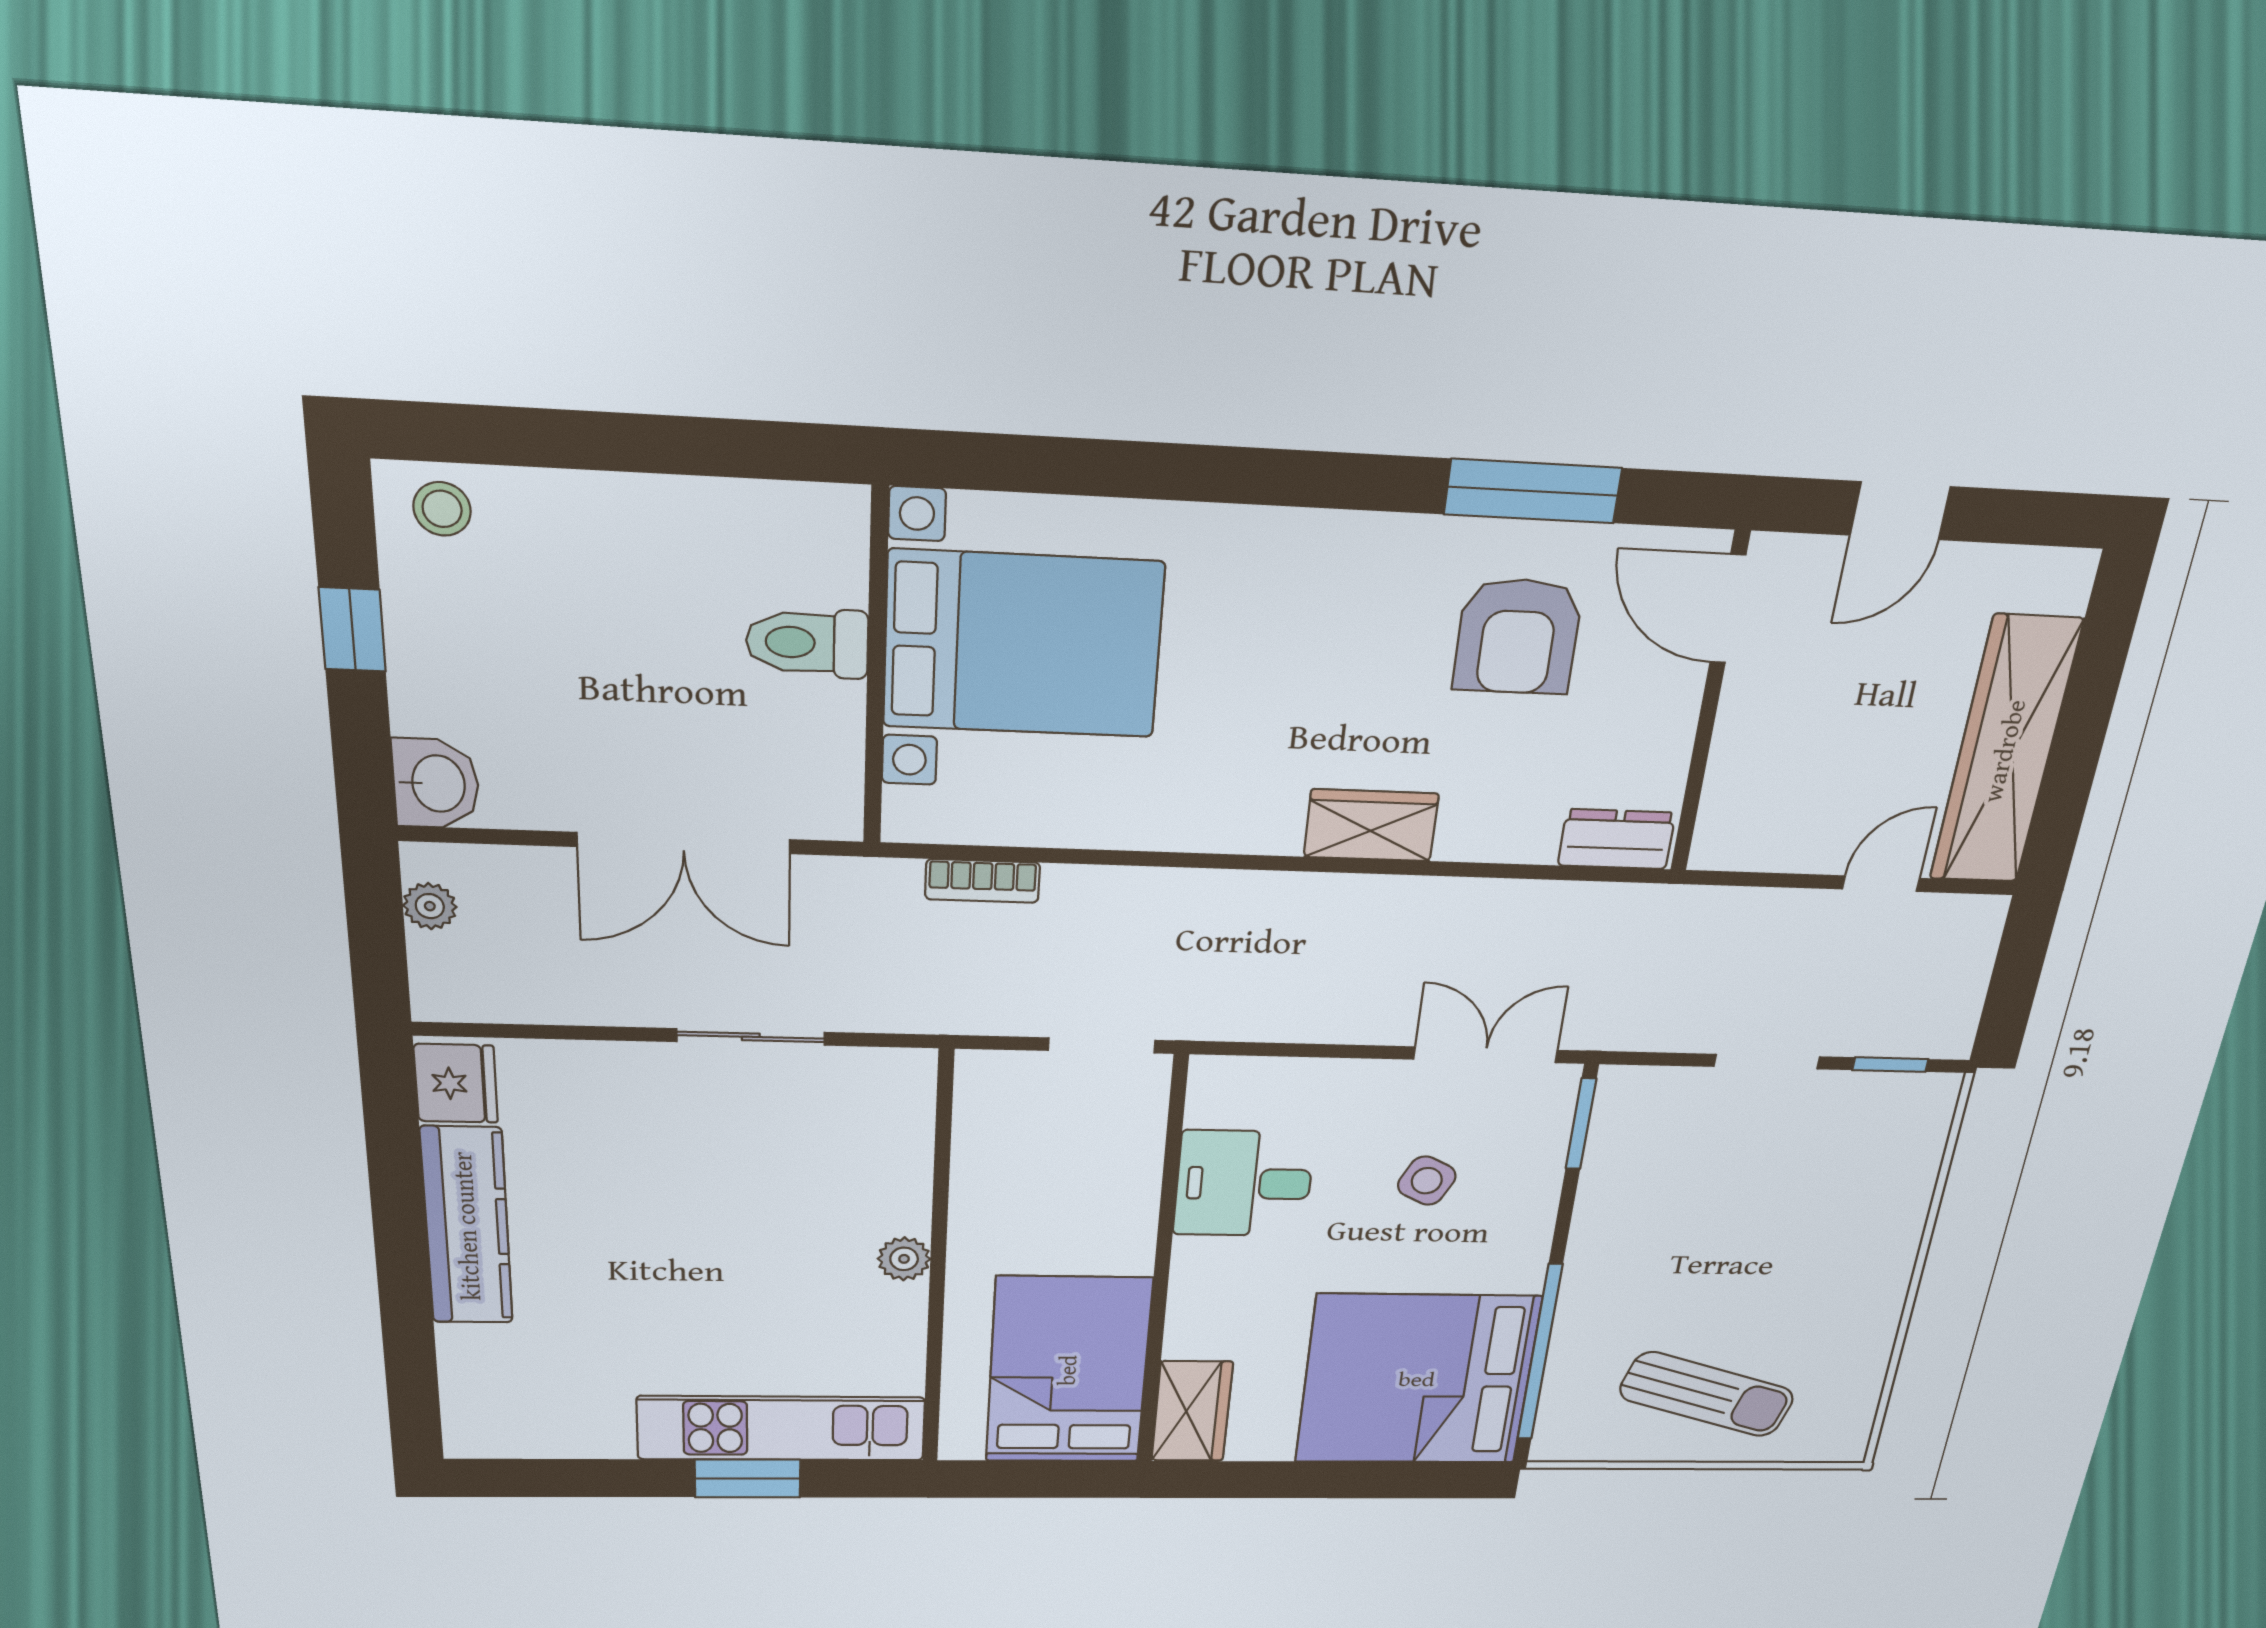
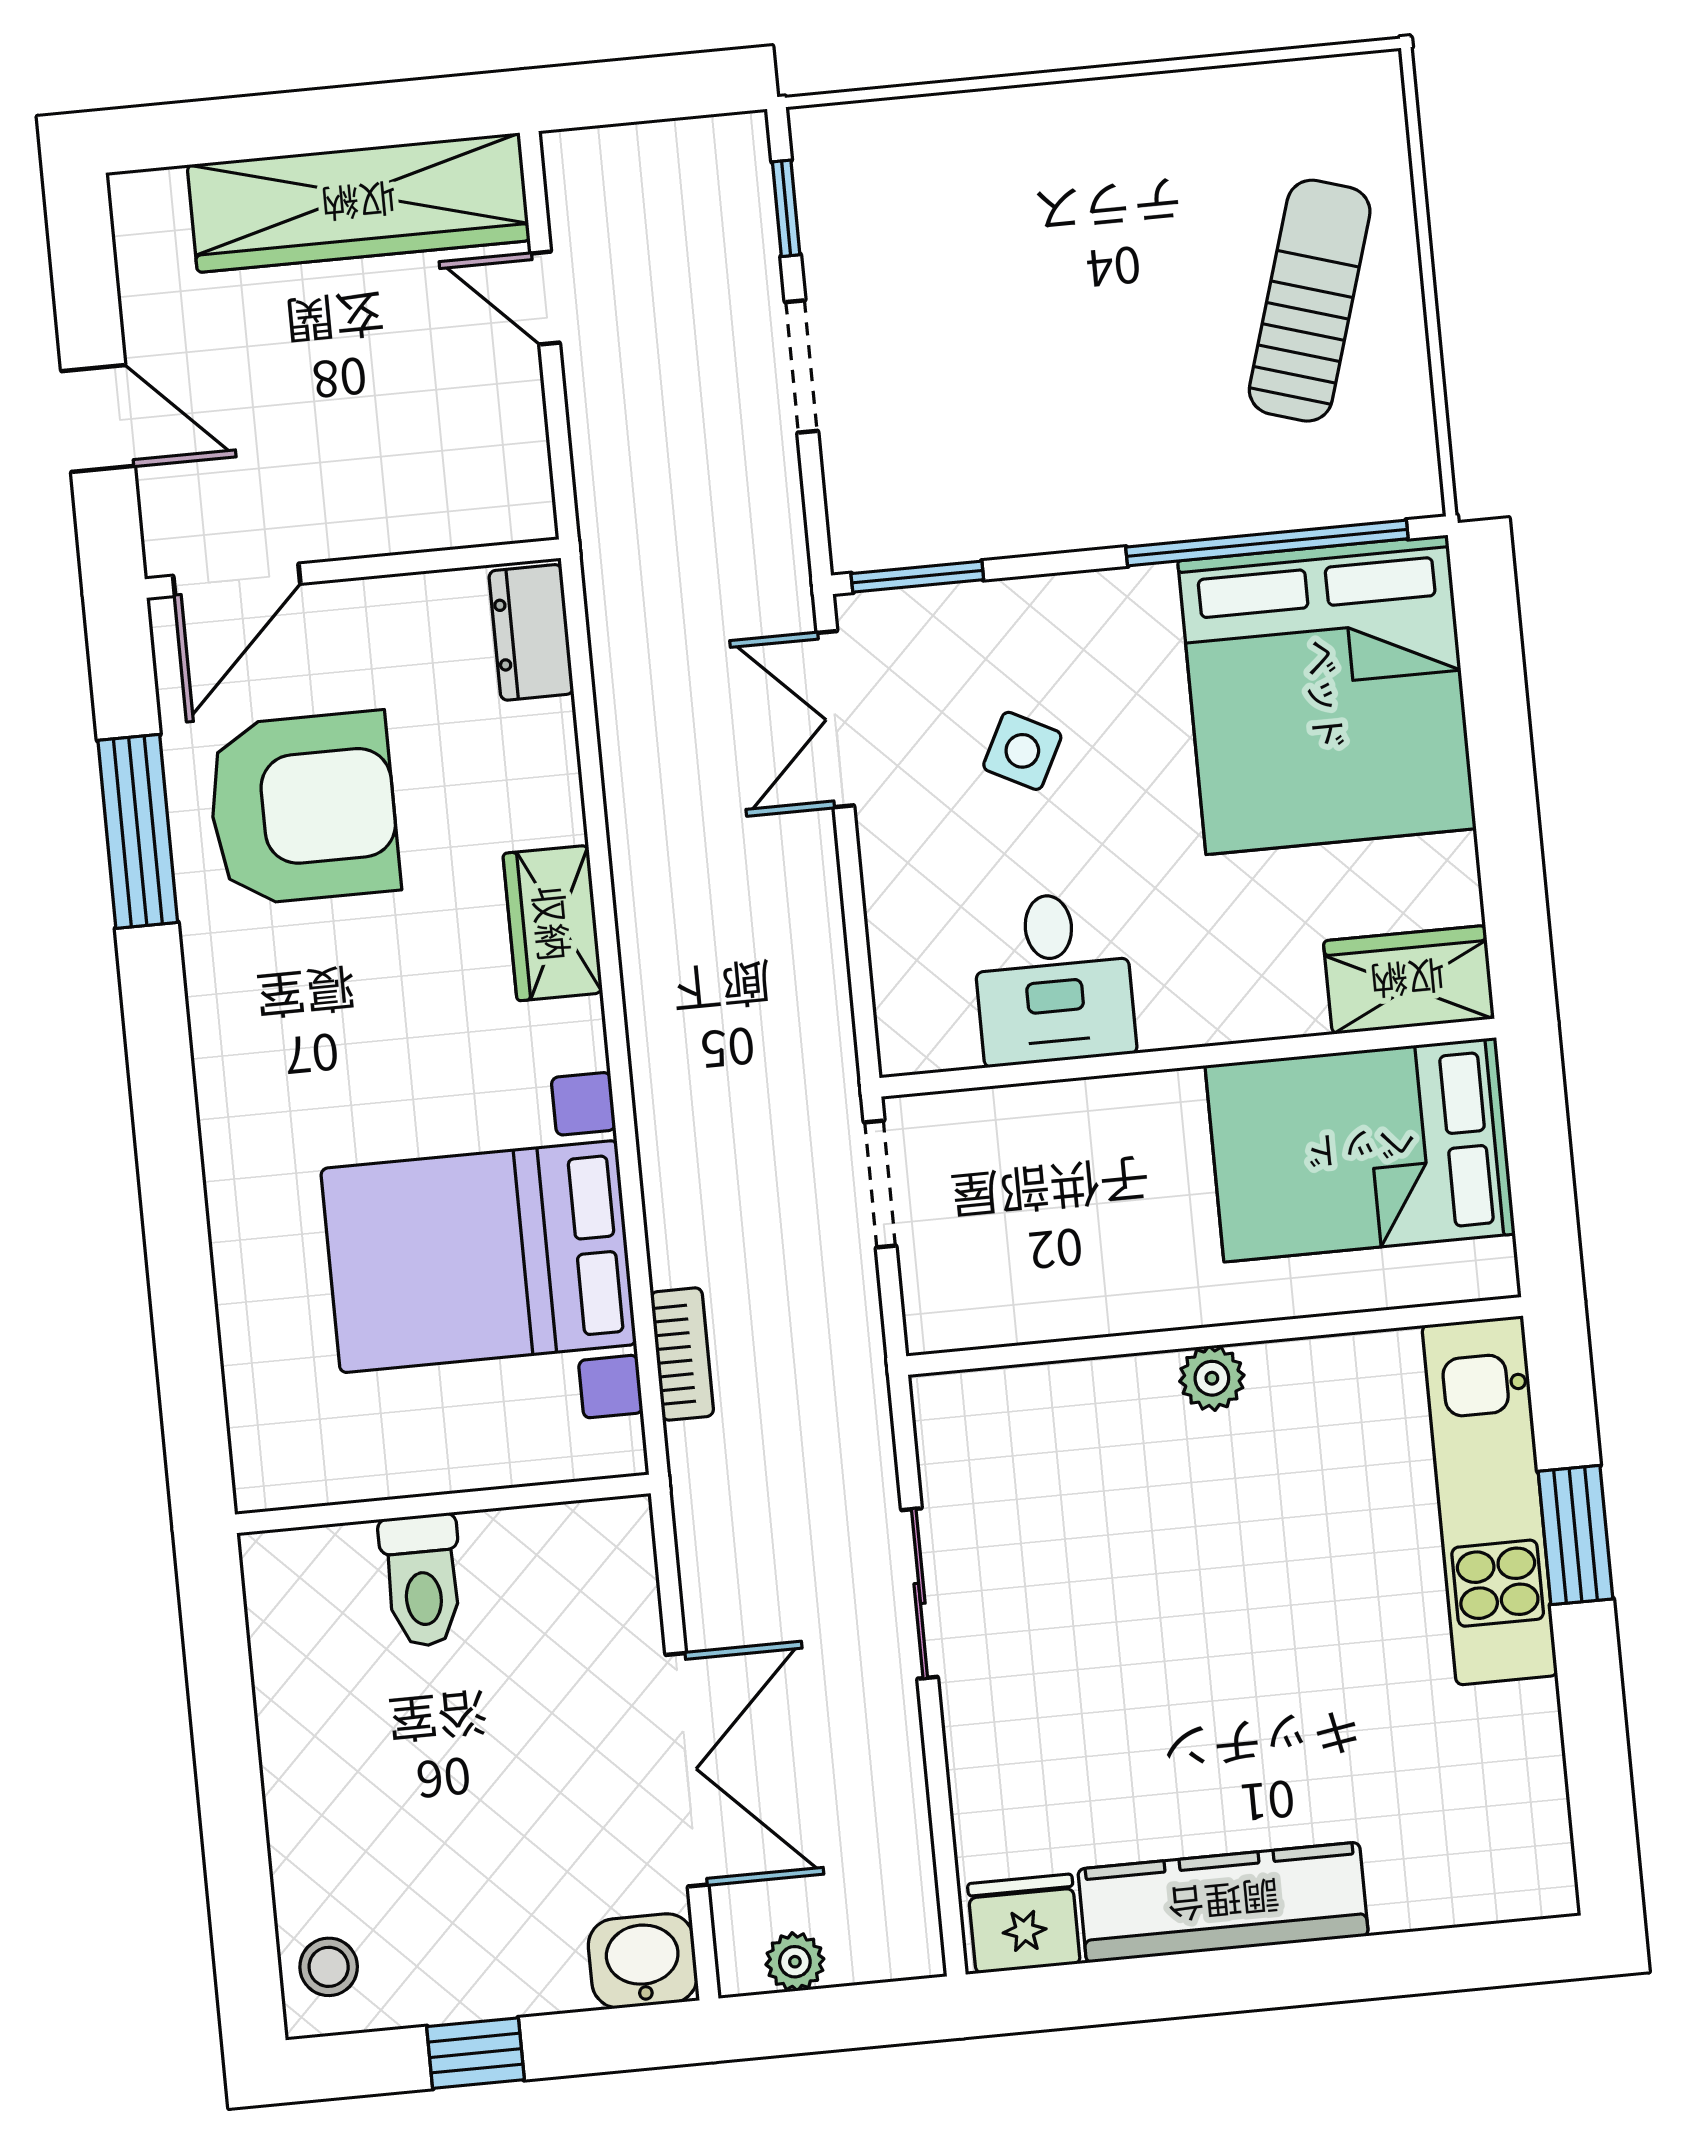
armchair: (1518, 636) -> (303, 808), width x1.36, depth x1.36
bed with nightstands: (1023, 644) -> (479, 1257), moved, turned -90
double door: (684, 843) -> (687, 1770), moved

